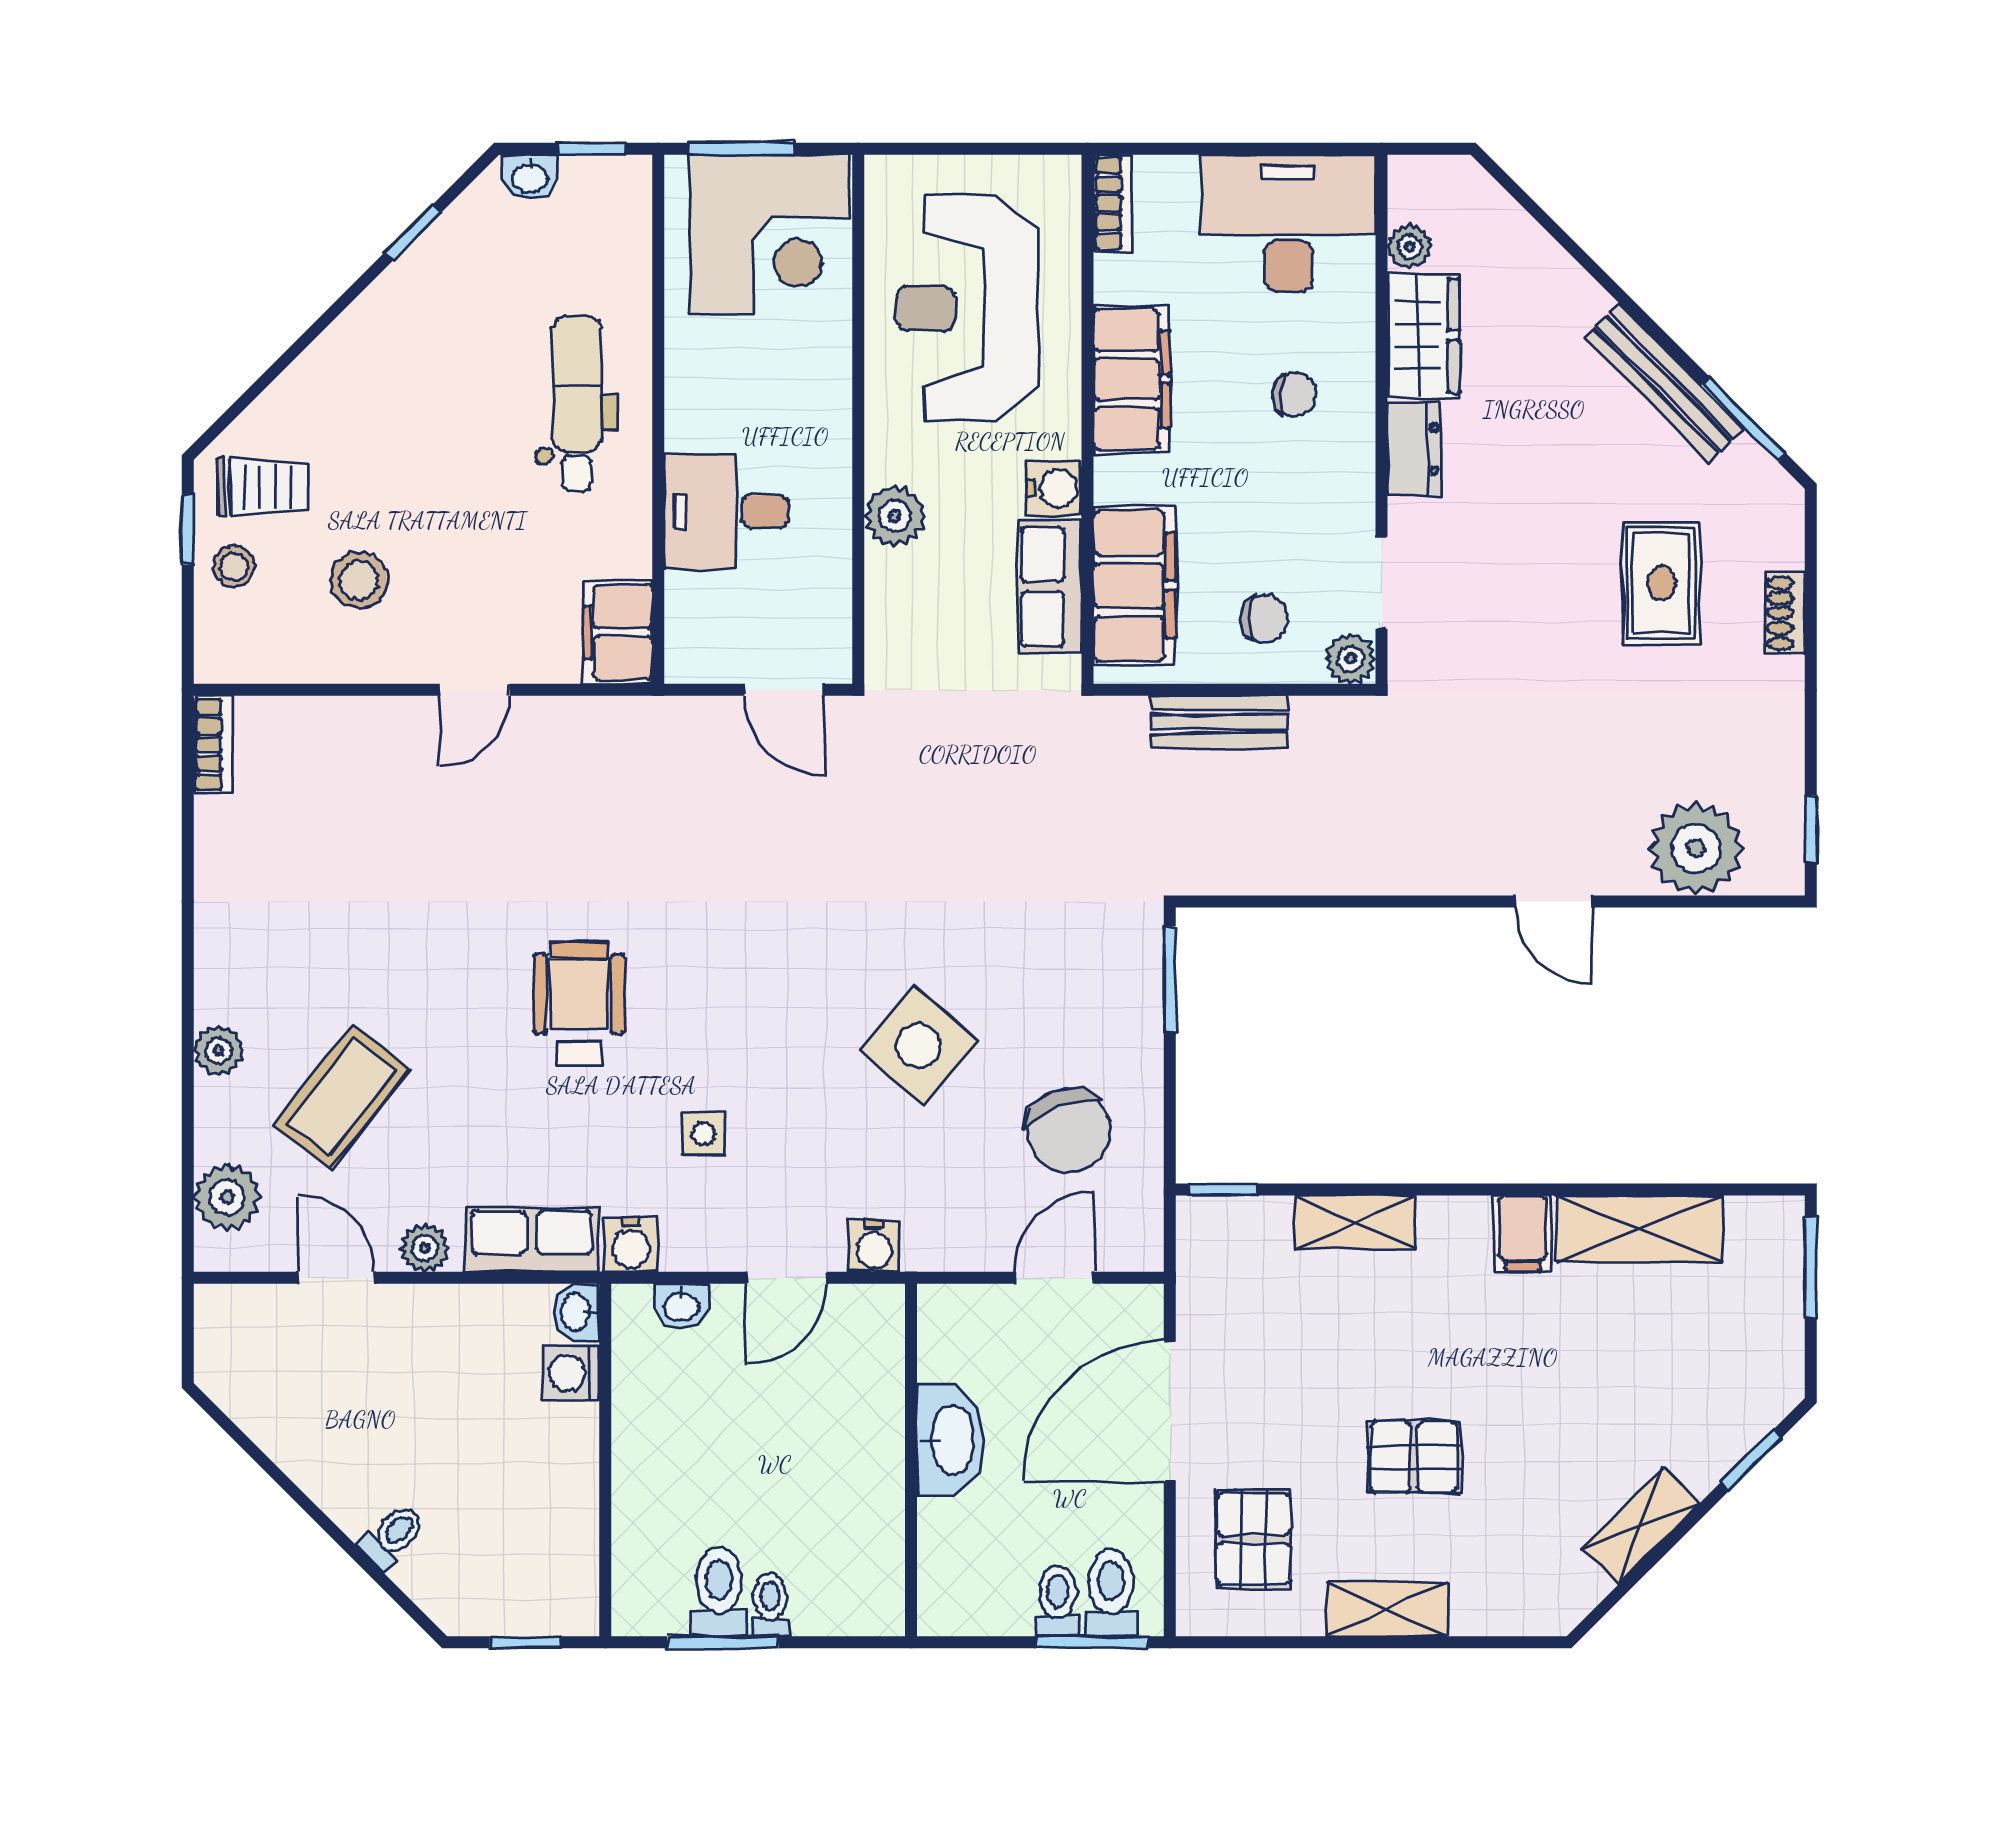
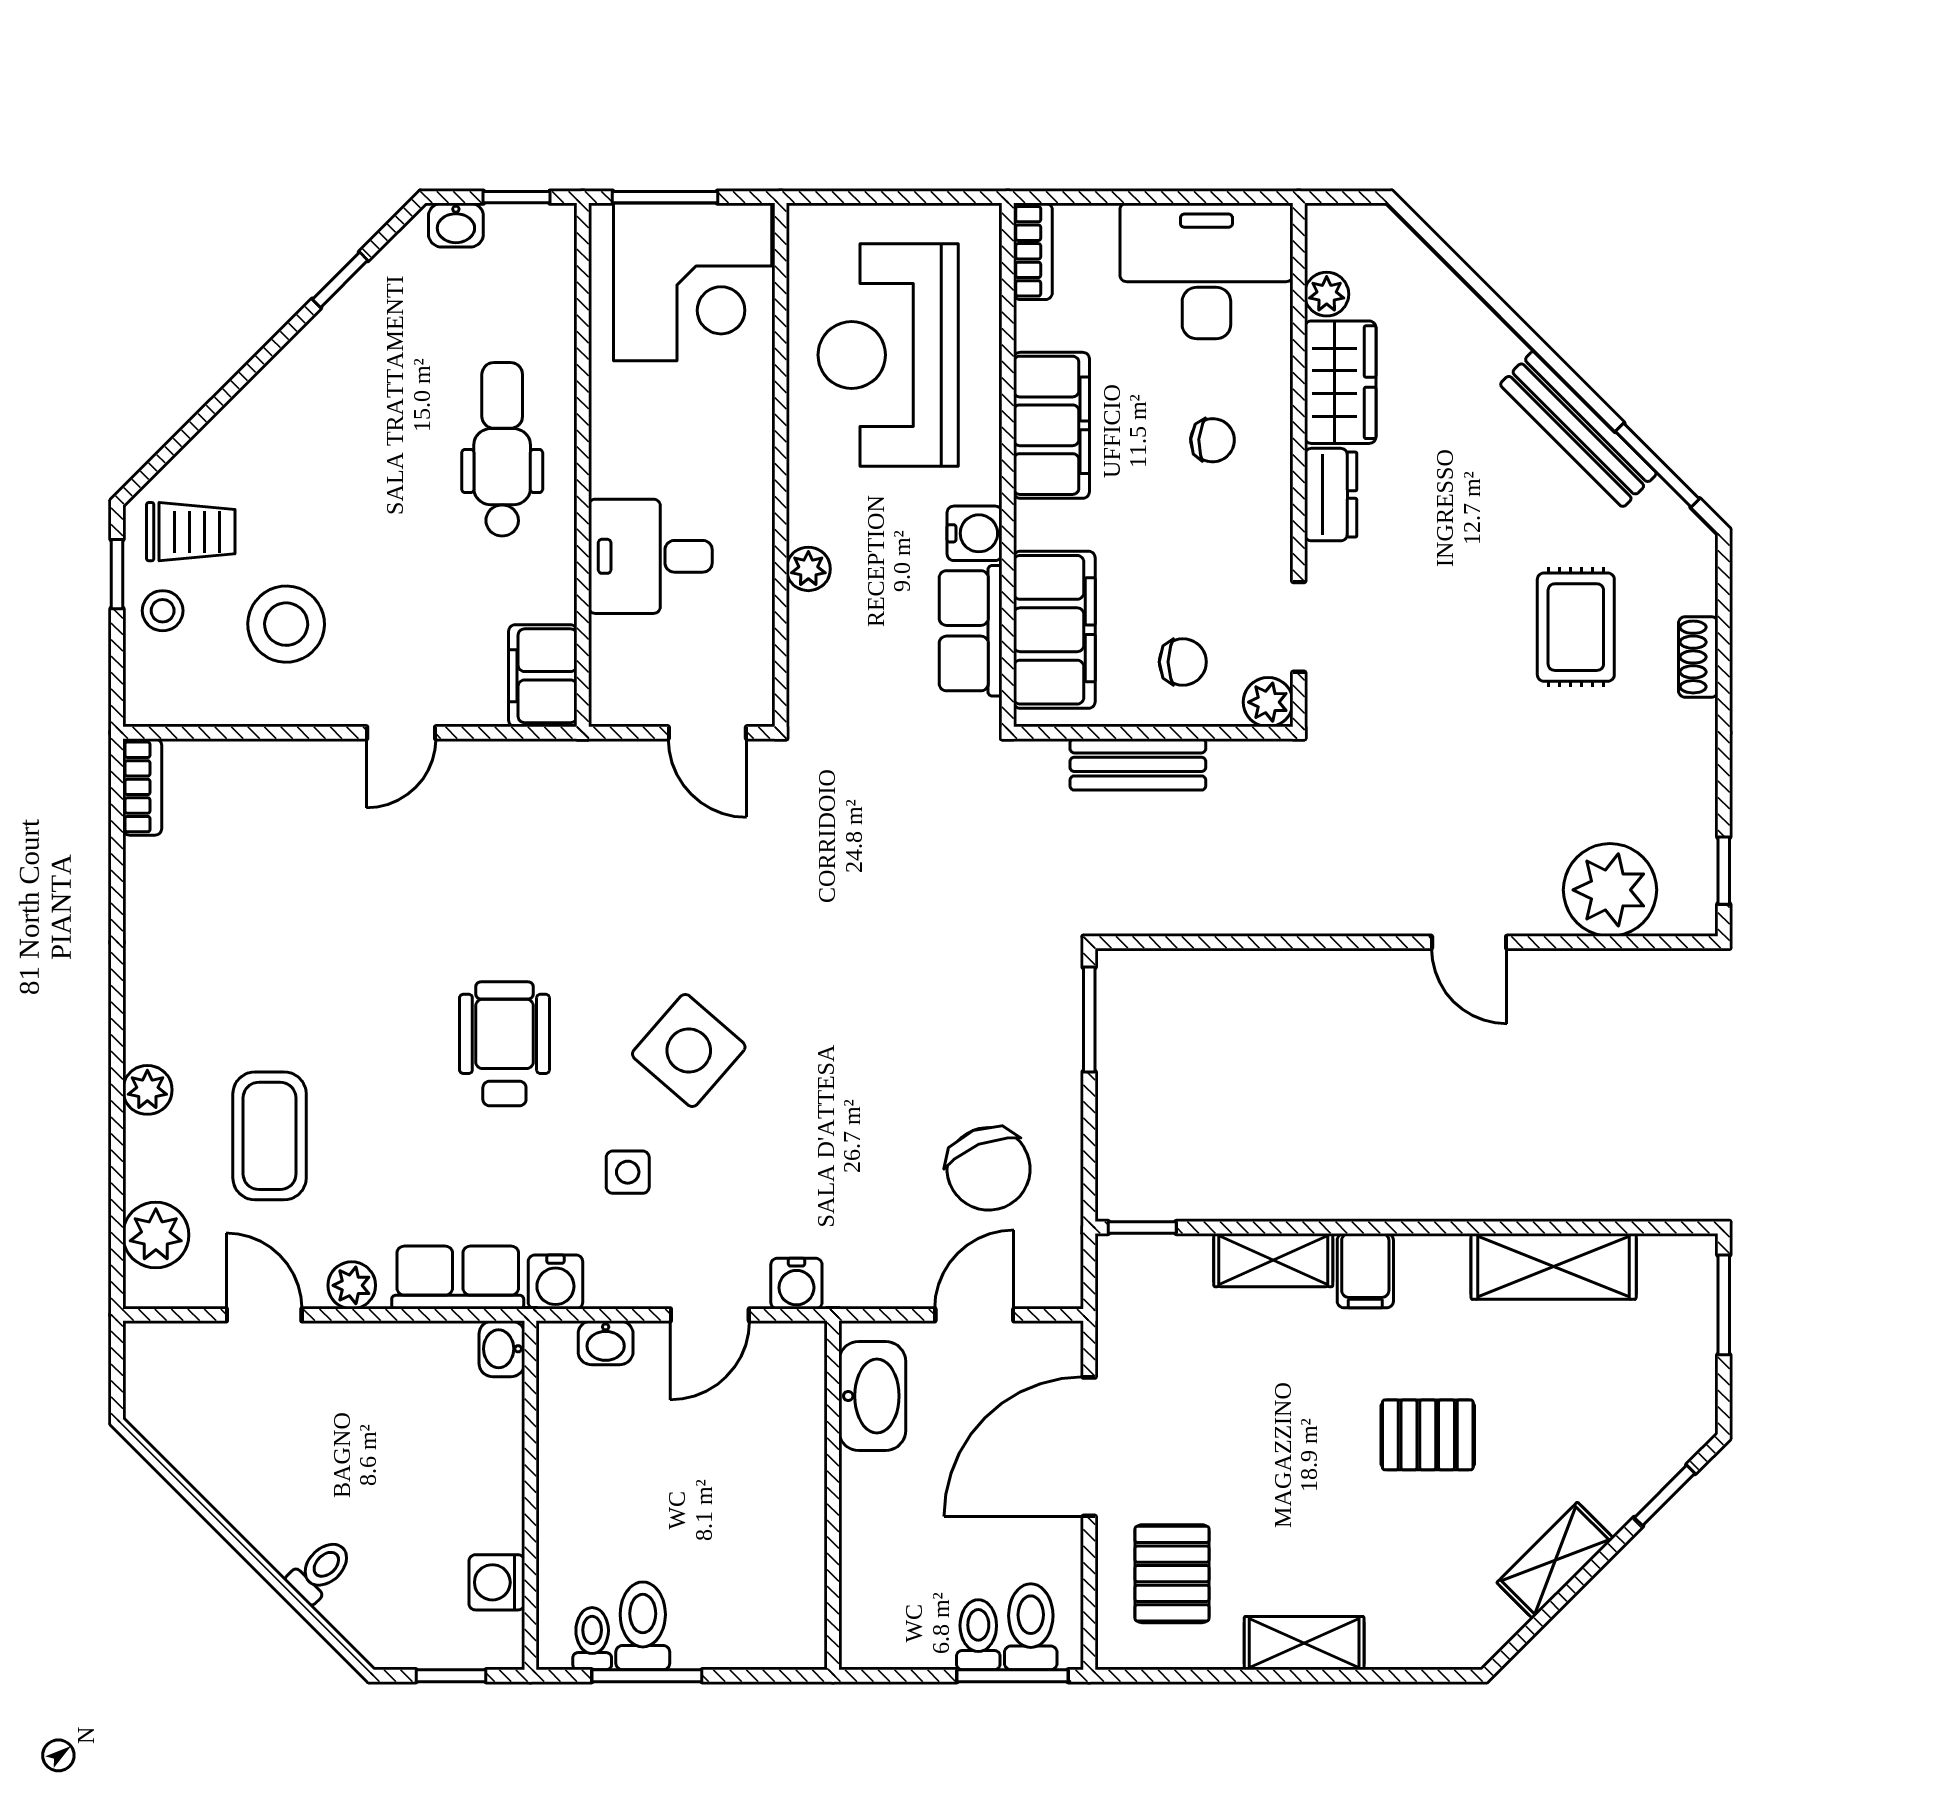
plant: (894, 516) -> (808, 569), width x0.73, depth x0.73
stool: (359, 580) -> (286, 624), width x1.38, depth x1.38
side table: (918, 1045) -> (689, 1050), moved
coffee table: (342, 1097) -> (270, 1136), turned -38
filing cabinet: (1523, 1233) -> (1365, 1271), moved
washing machine: (571, 1373) -> (497, 1582), moved
washbasin: (951, 1440) -> (872, 1396), moved
pallet: (1414, 1457) -> (1428, 1435), moved
toilet: (770, 1605) -> (592, 1639), moved

